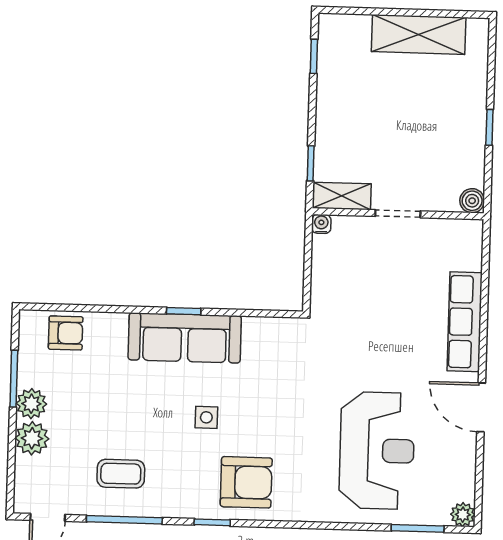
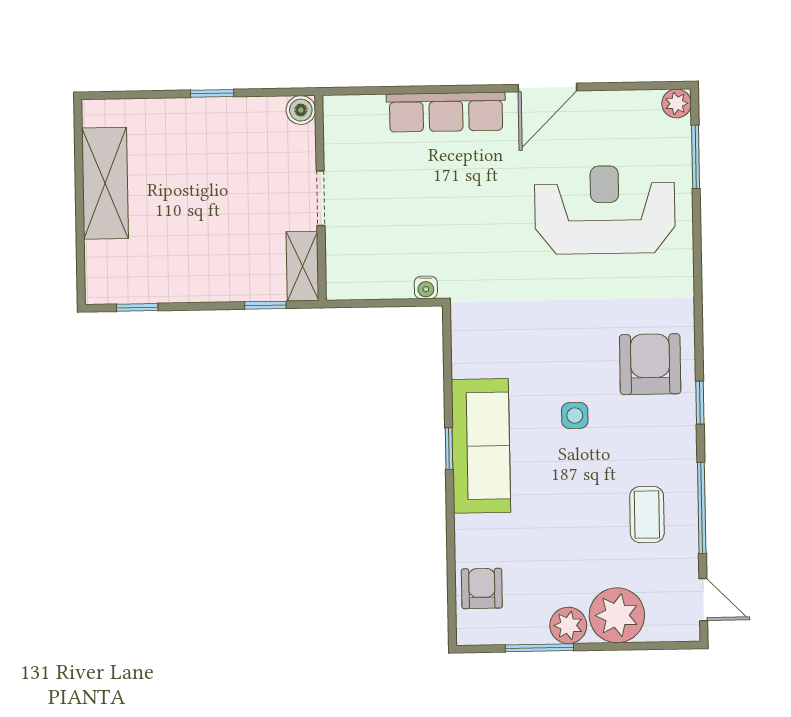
water cooler: (321, 224) -> (426, 287), moved, turned -90
plant: (32, 438) -> (617, 615), width x1.36, depth x1.36

